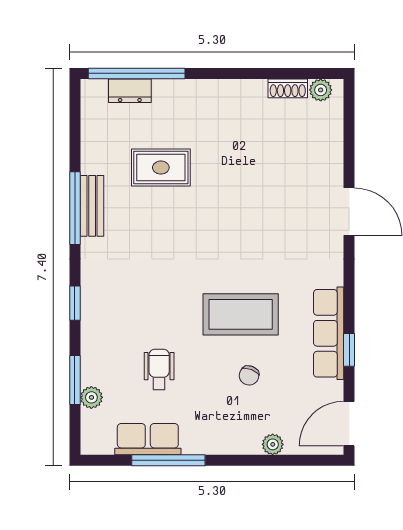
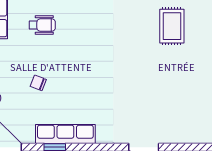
coffee table: (241, 314) -> (78, 77), removed

